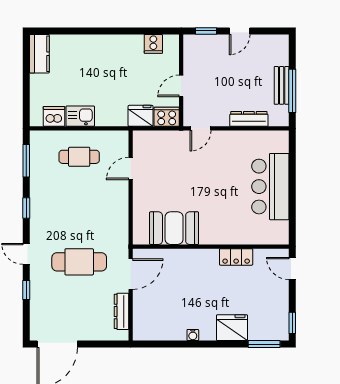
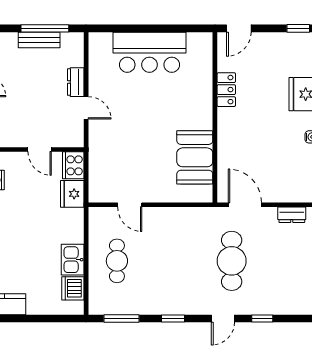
dresser: (249, 119) -> (76, 82), width x0.70
door: (201, 128) -> (86, 108), moved
dresser: (121, 311) -> (292, 215), width x0.70

